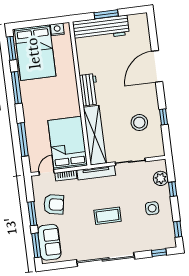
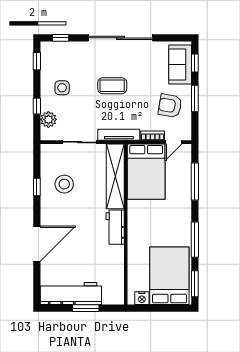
workbench: (101, 28) -> (71, 294), moved
window: (36, 245) -> (195, 63), width x0.67

